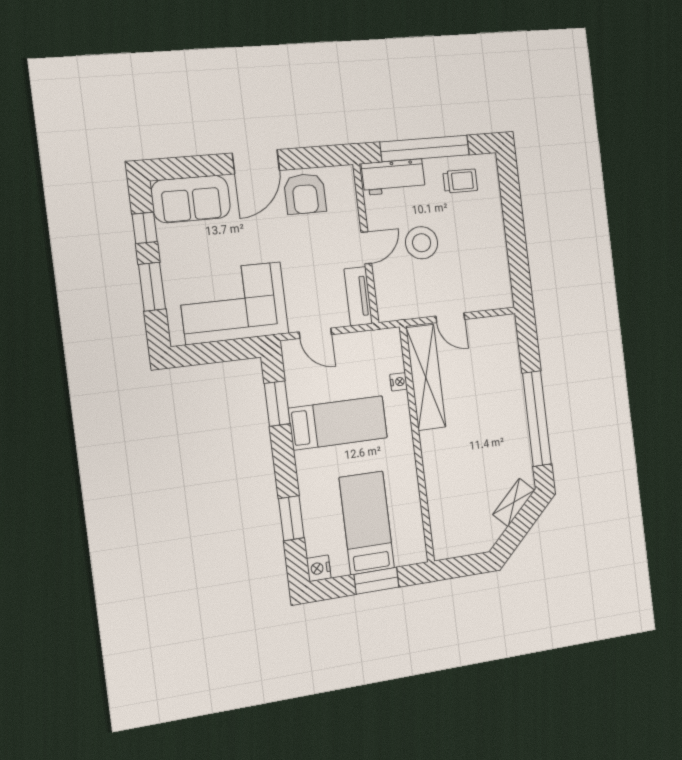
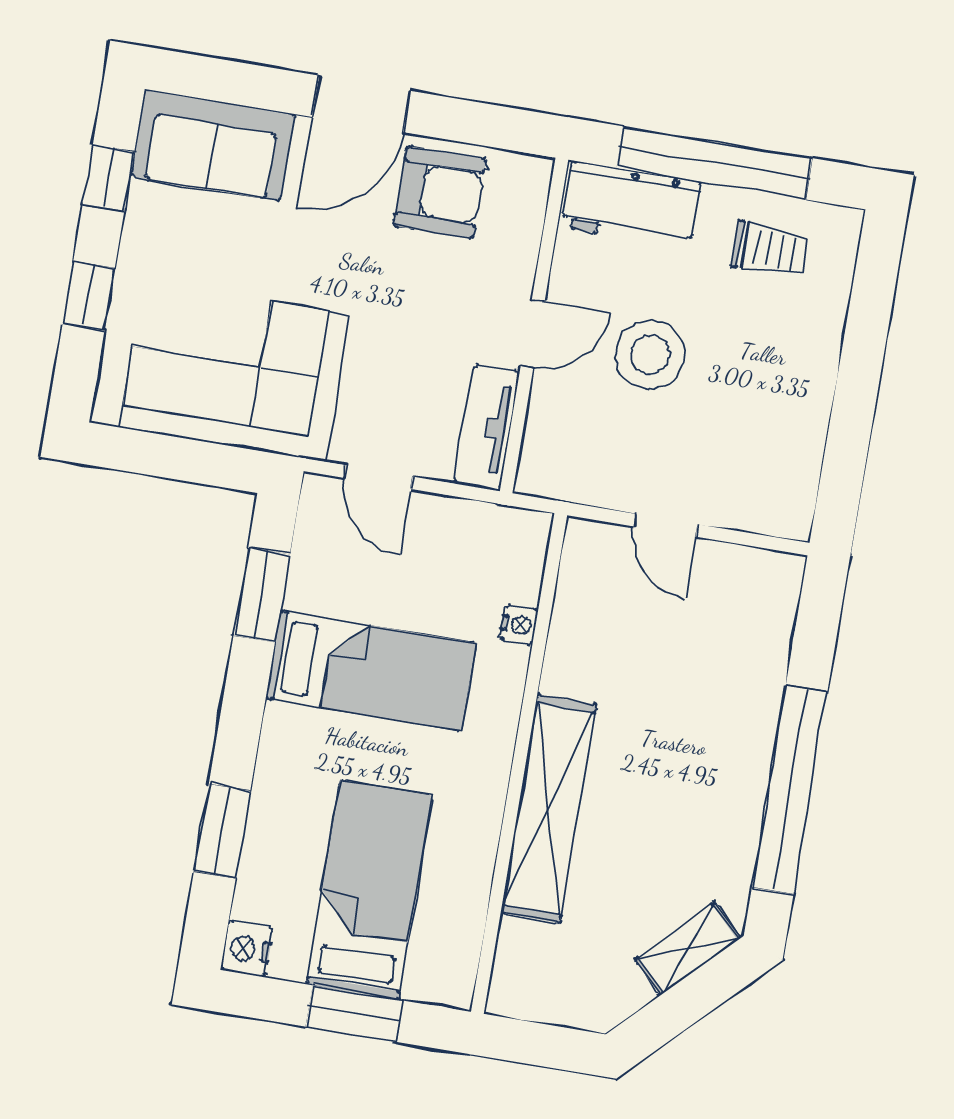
armchair: (305, 194) -> (440, 192), turned -90
window: (152, 287) -> (89, 296), width x0.67
shelving: (426, 377) -> (548, 809), moved

